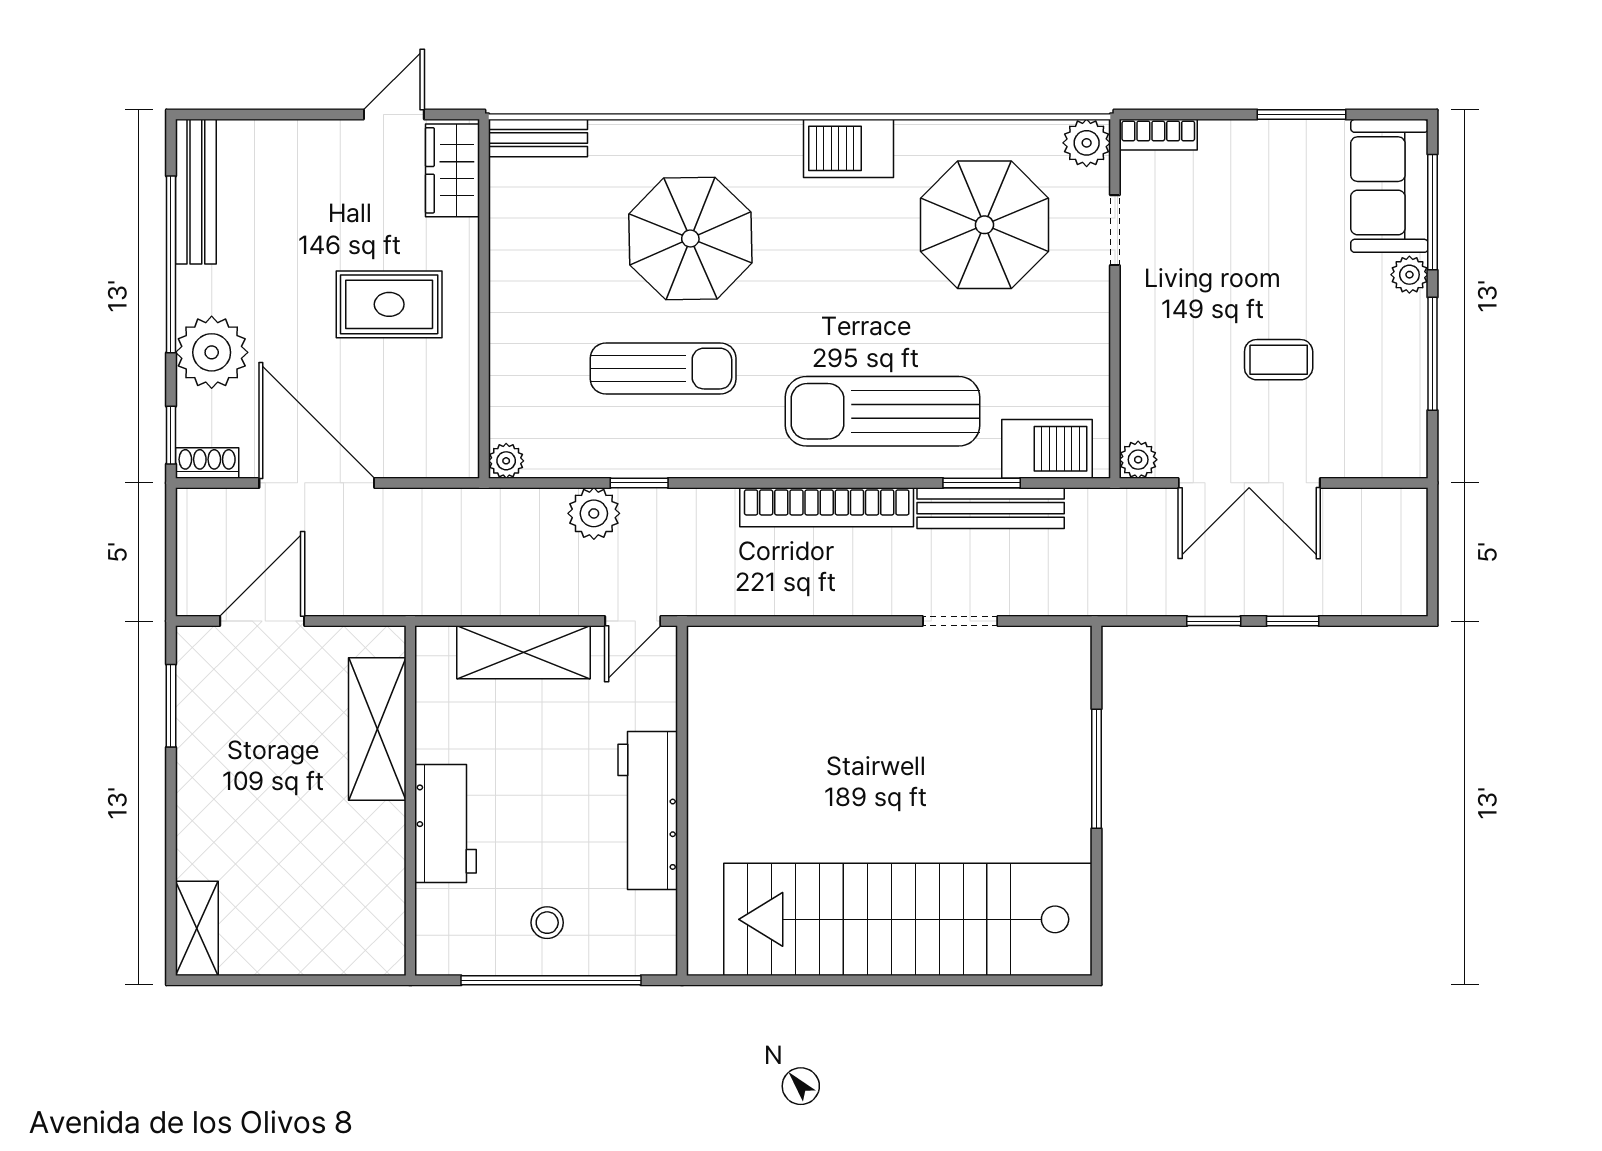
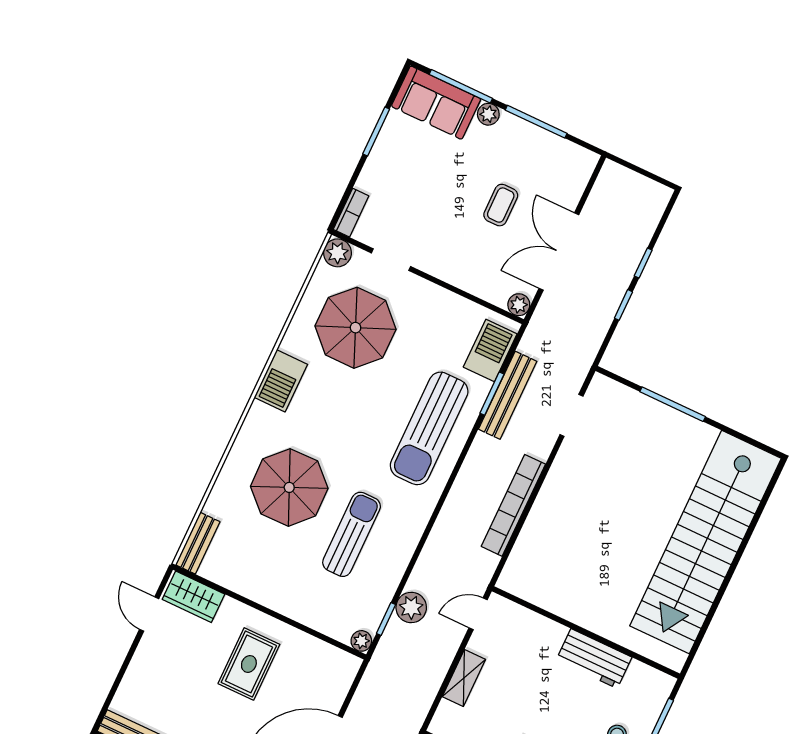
window: (639, 483) -> (386, 619), moved
double door: (1249, 483) -> (559, 251), swing flipped
bookcase: (827, 507) -> (513, 505), moved, turned 180
door: (633, 621) -> (478, 614), swing flipped
doorway: (960, 621) -> (571, 415), moved
shelving: (523, 652) -> (464, 678), width x0.67, depth x0.75
workbench: (648, 811) -> (594, 659), width x0.73

